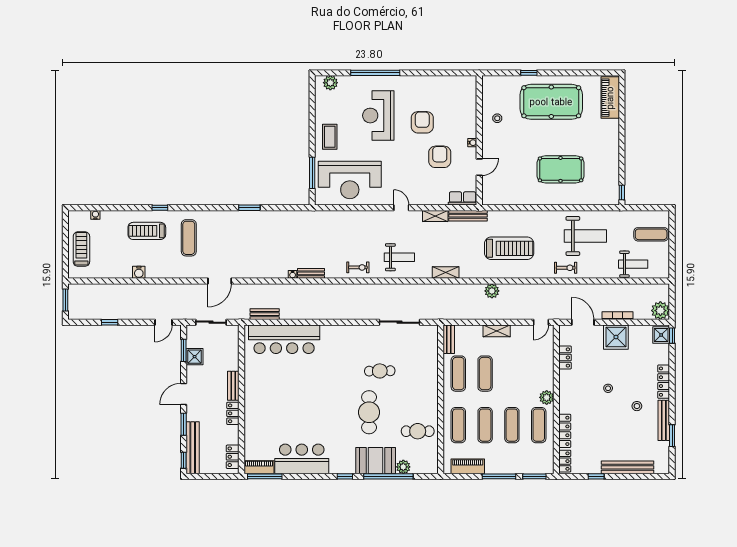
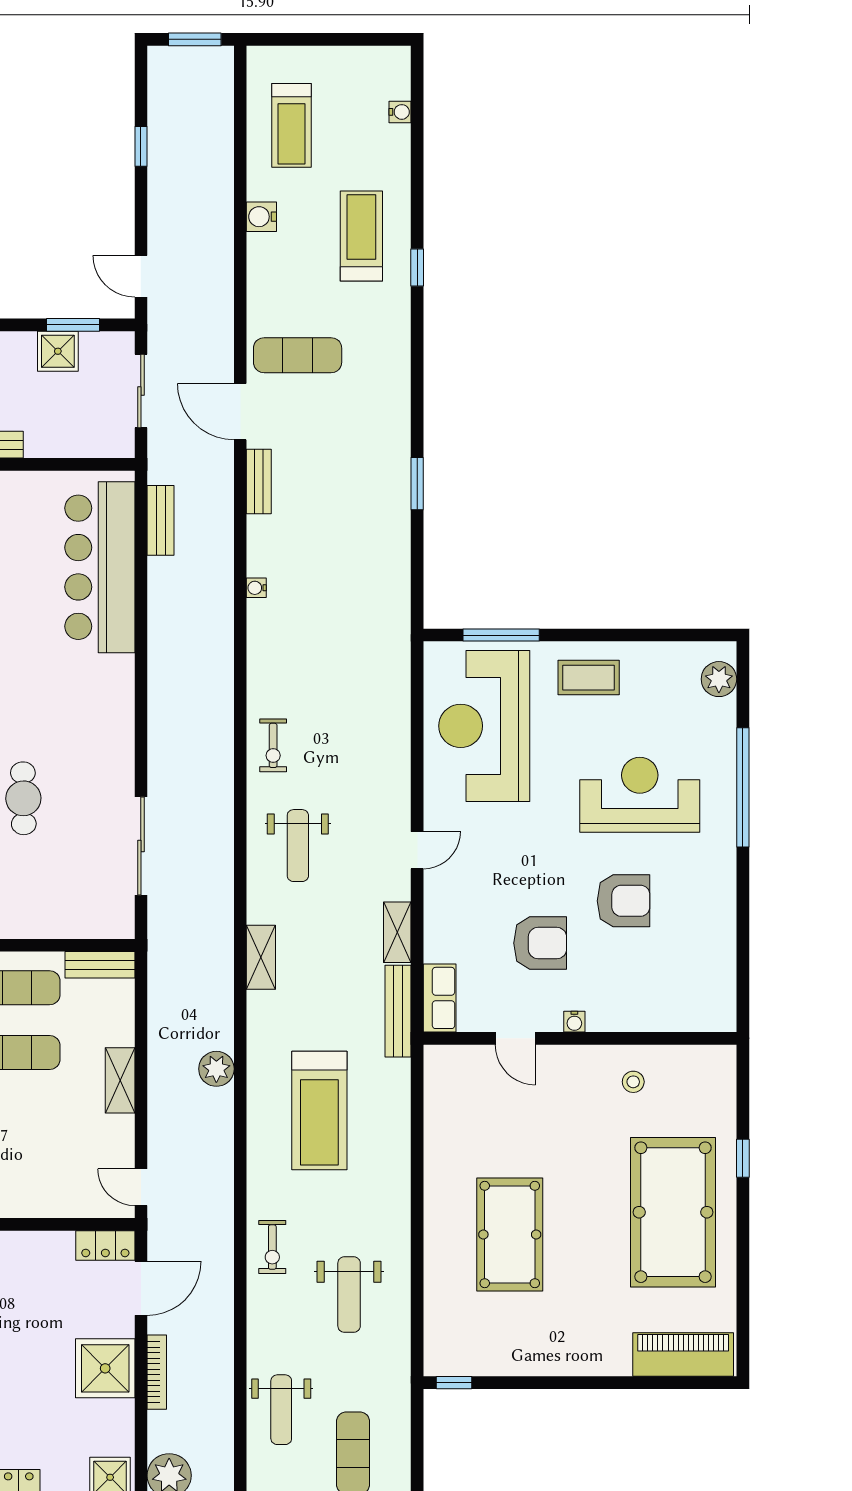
weight bench: (585, 236) -> (349, 1295), width x0.73, depth x0.75
exercise mat: (189, 238) -> (298, 355), moved
treadmill: (81, 249) -> (292, 125), moved, turned 90
bench: (311, 273) -> (259, 481), moved
locker: (565, 357) -> (105, 1246), moved

